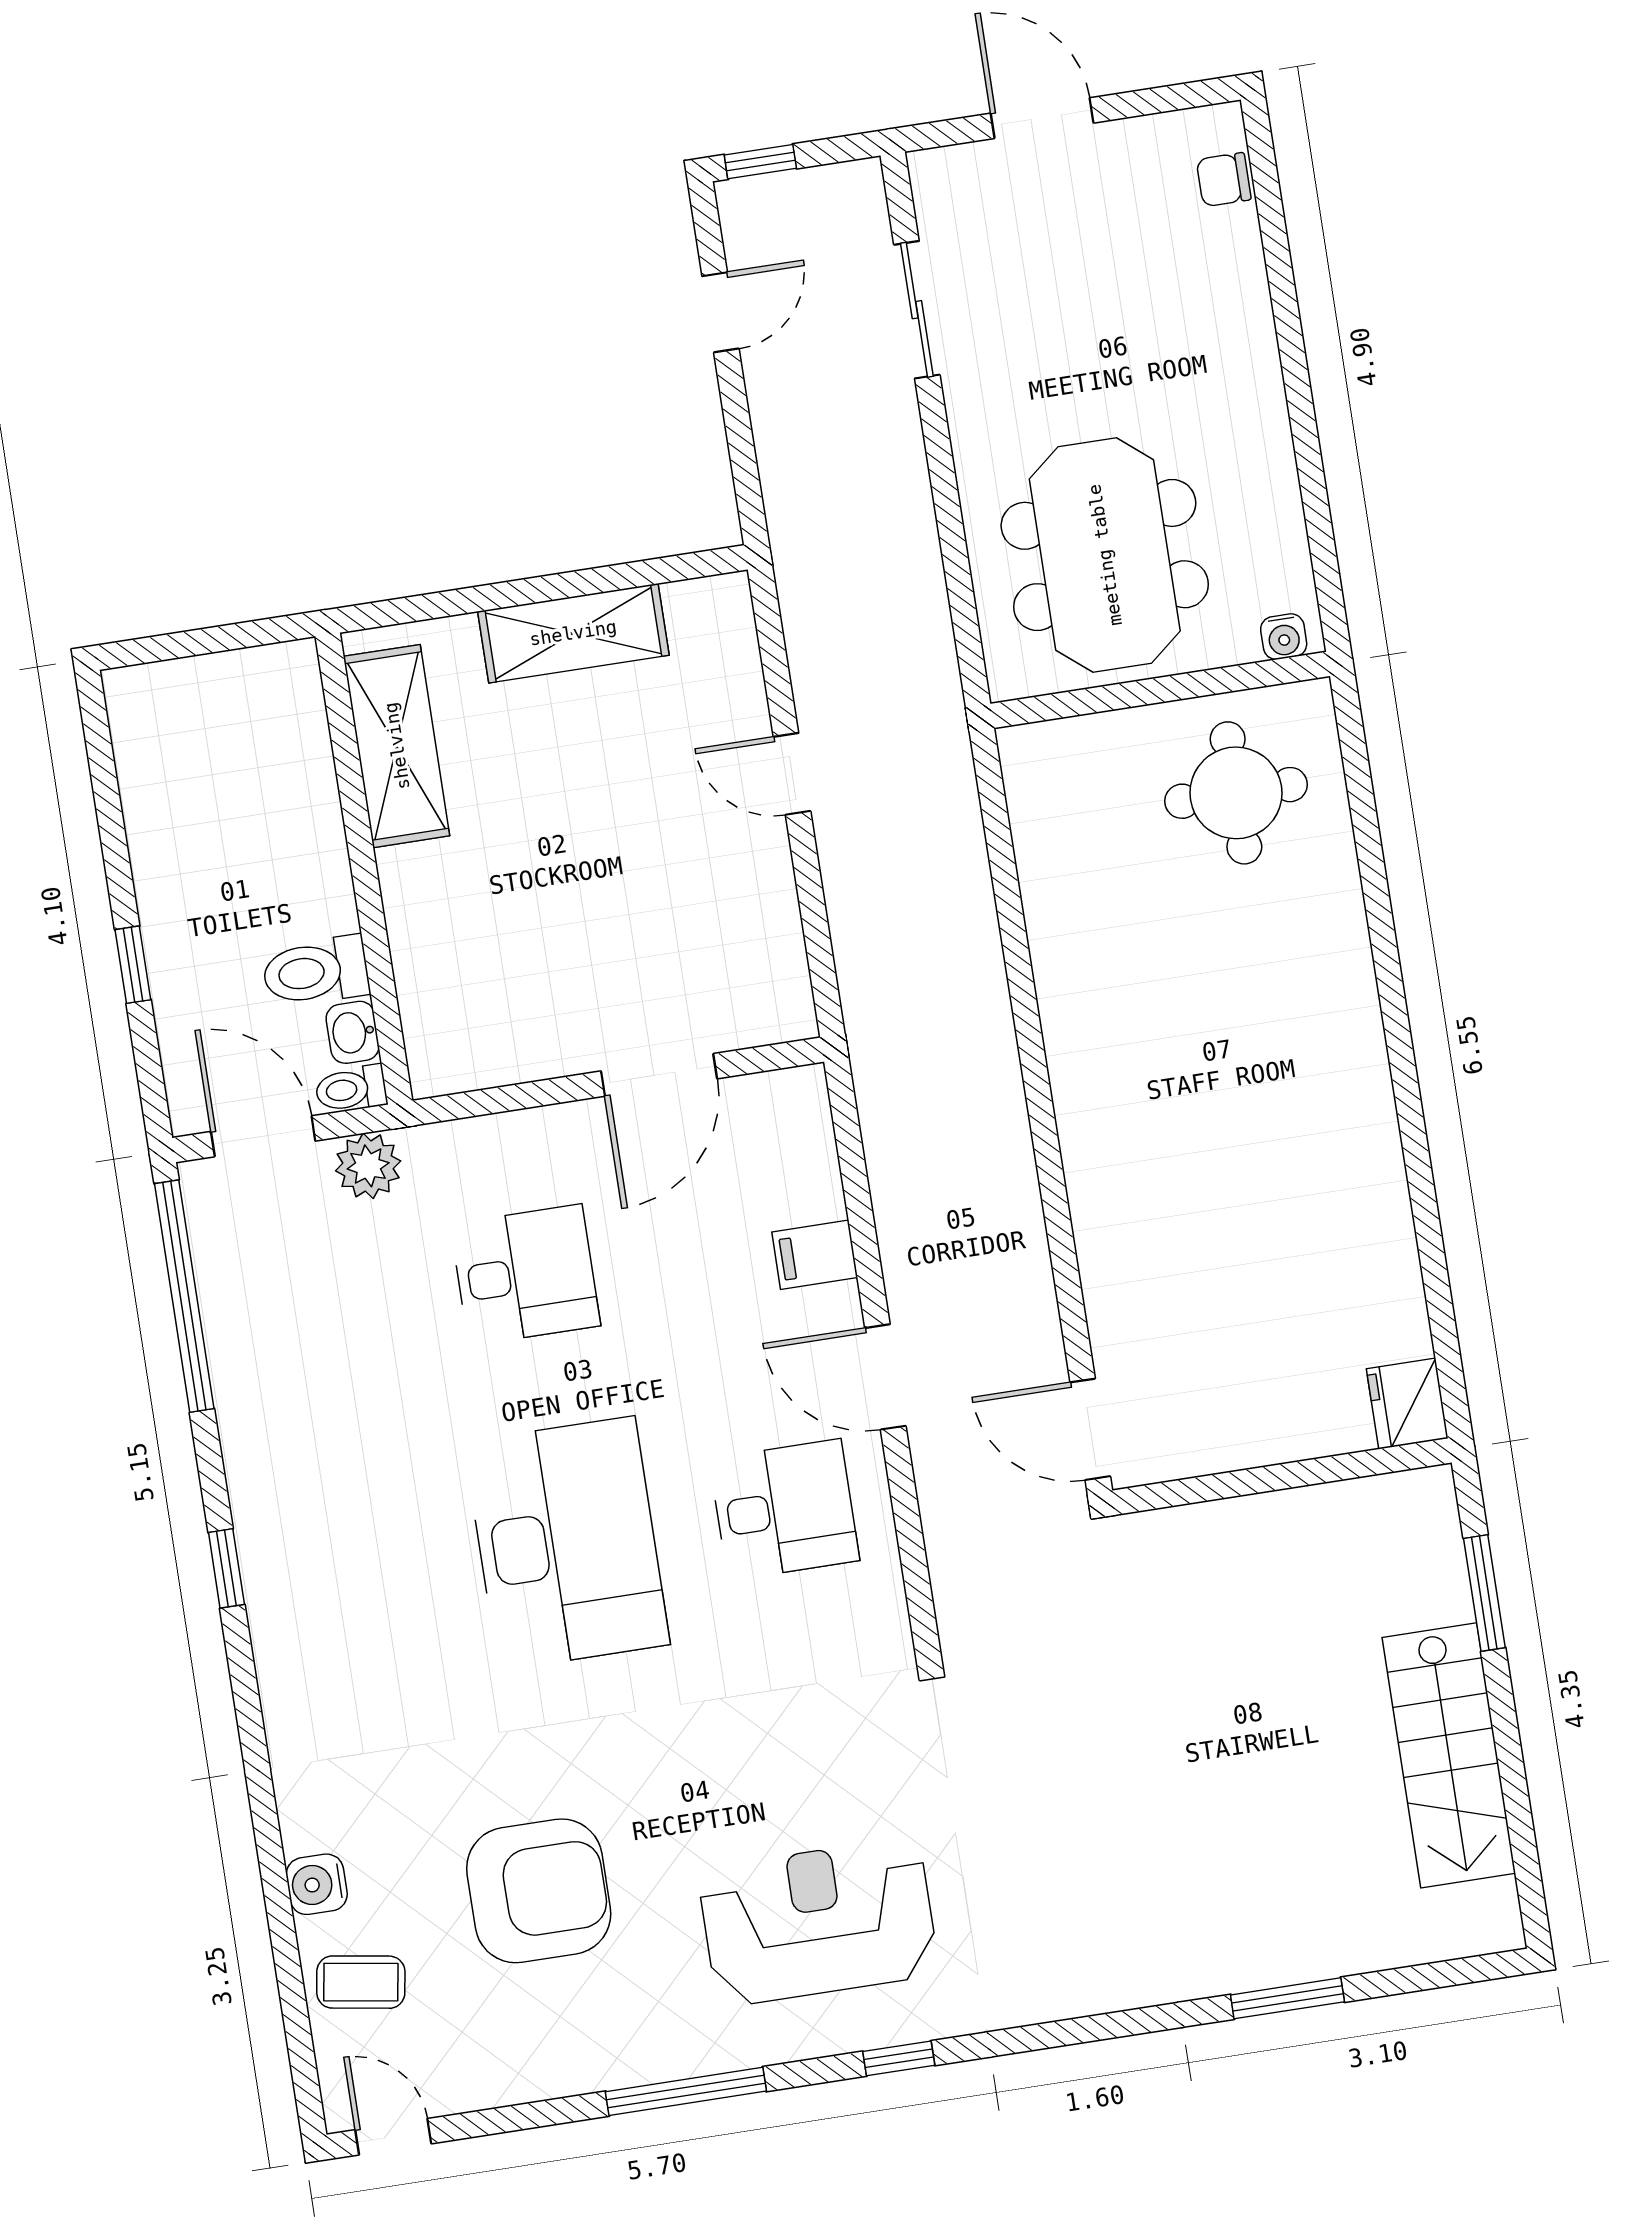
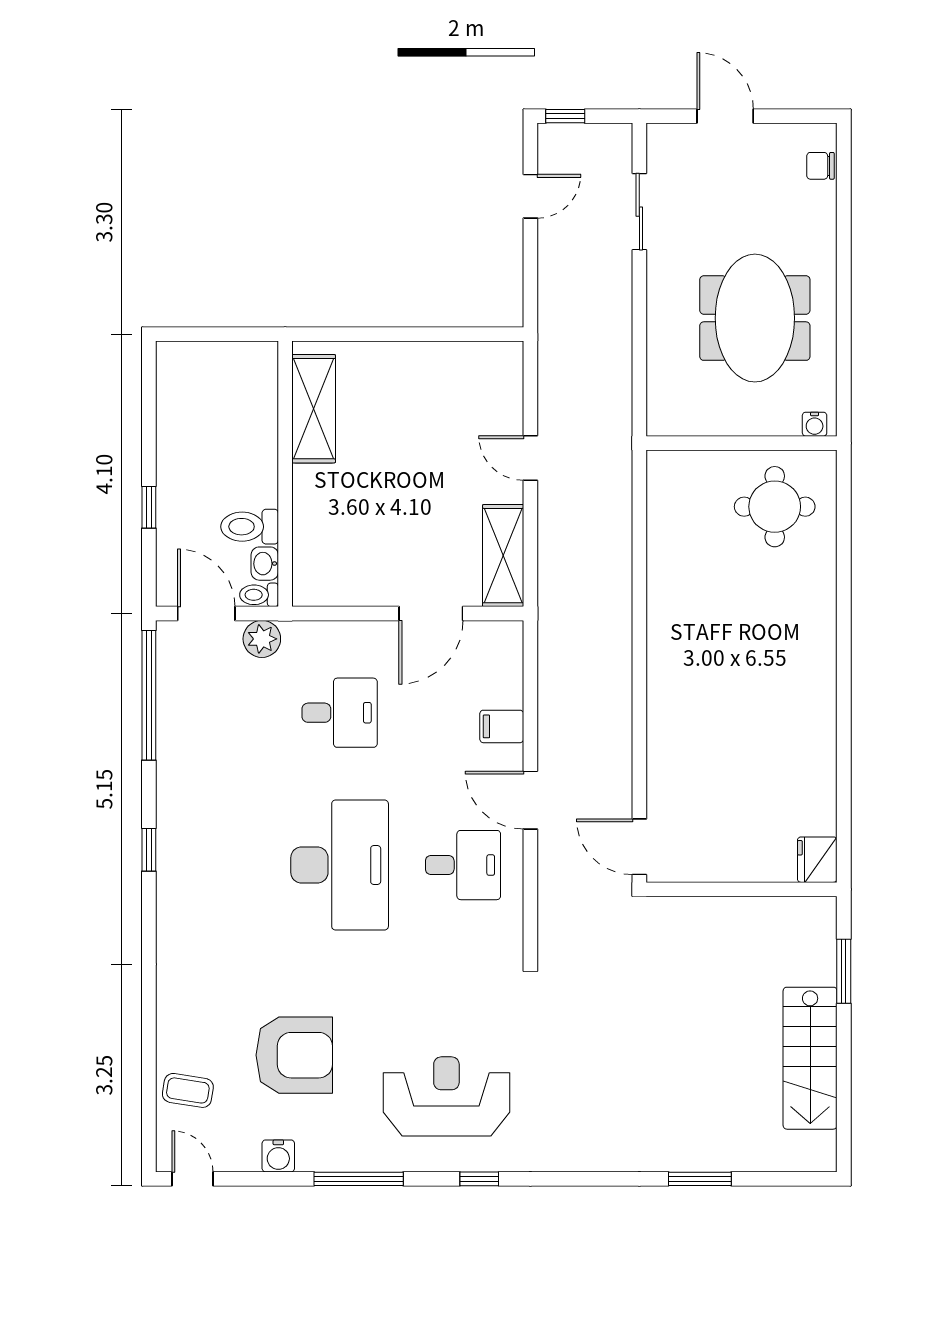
meeting table: (1105, 555) -> (755, 318), moved
shelving: (573, 633) -> (503, 556), moved, turned 90
water cooler: (317, 1884) -> (278, 1156), moved, turned -90

